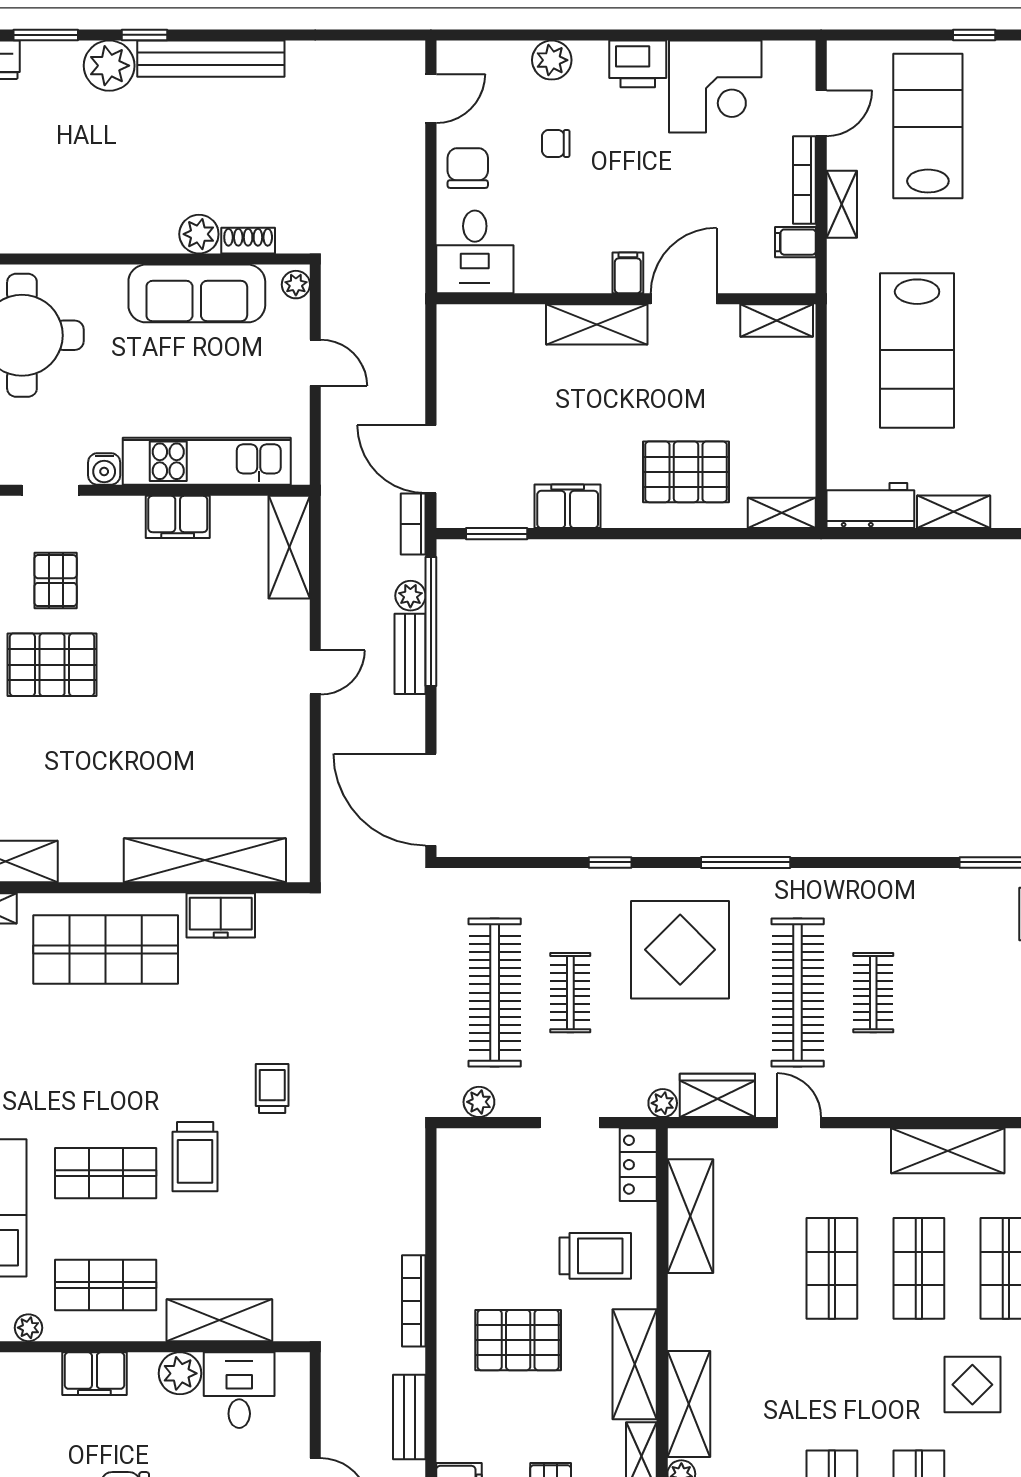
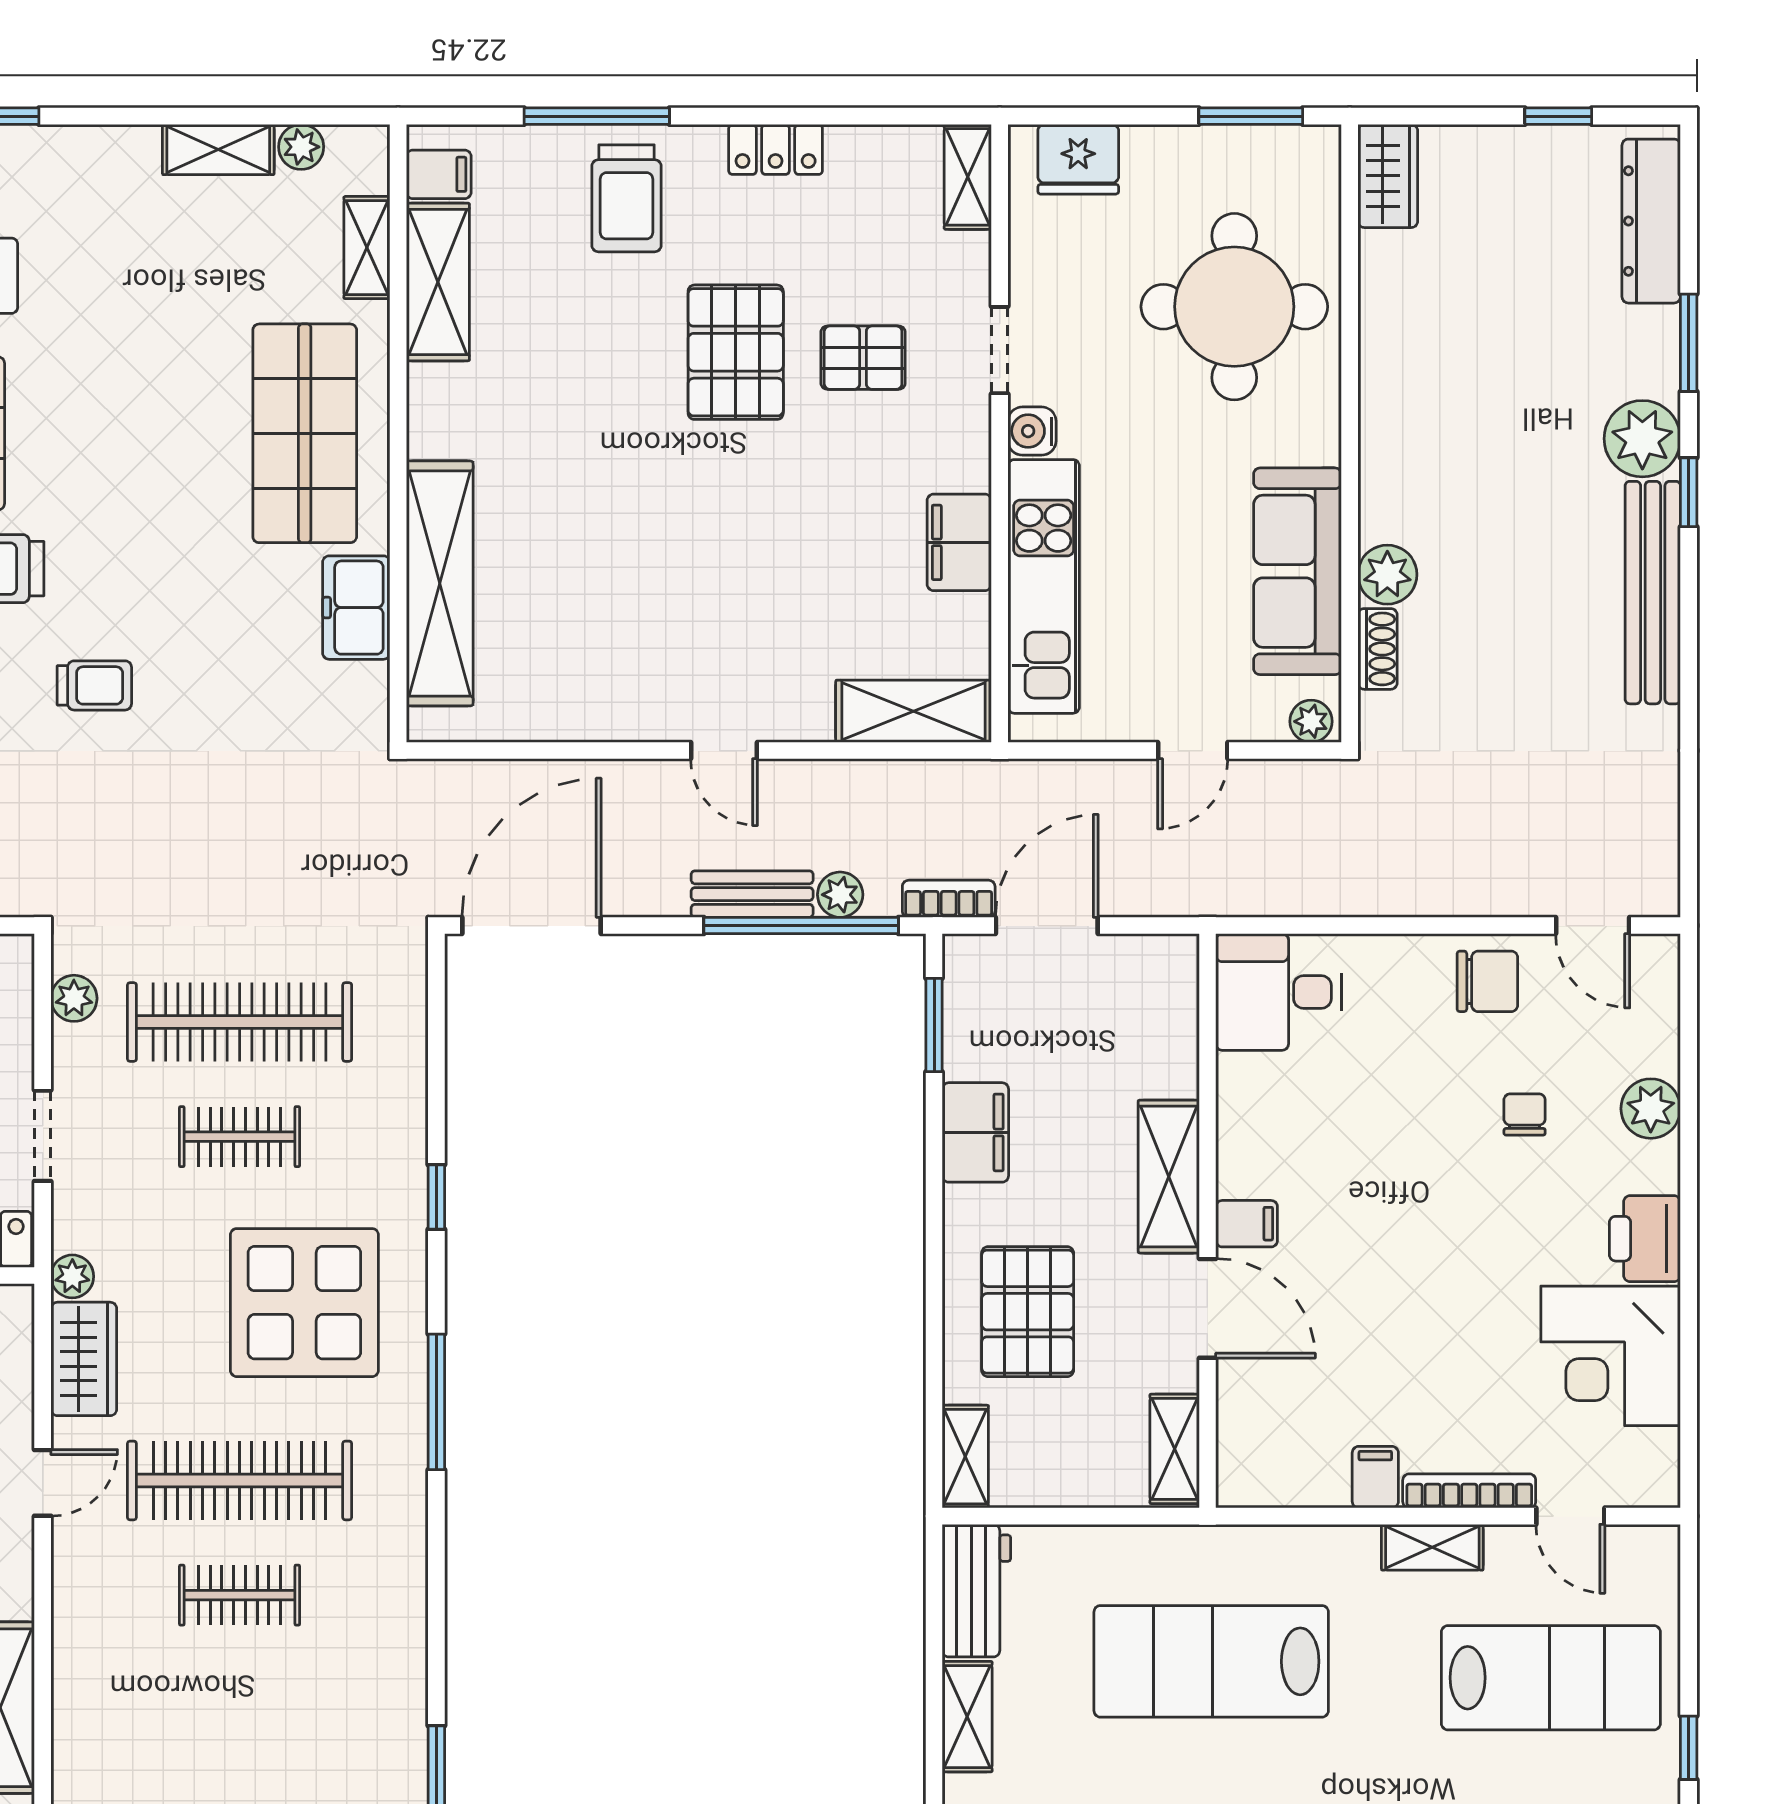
desk: (475, 252) -> (1278, 992), moved
filing cabinet: (628, 273) -> (1247, 1224), moved
wall: (626, 299) -> (1207, 1221), moved
door: (684, 299) -> (1207, 1308), moved
shelving: (777, 320) -> (1175, 1449), moved
shelving: (597, 324) -> (1169, 1177), moved

